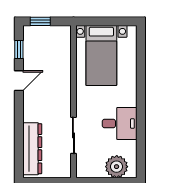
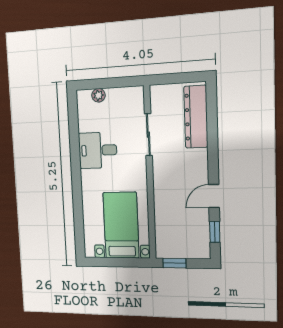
window: (40, 21) -> (174, 263), moved
plant: (117, 167) -> (98, 95), width x0.53, depth x0.53

